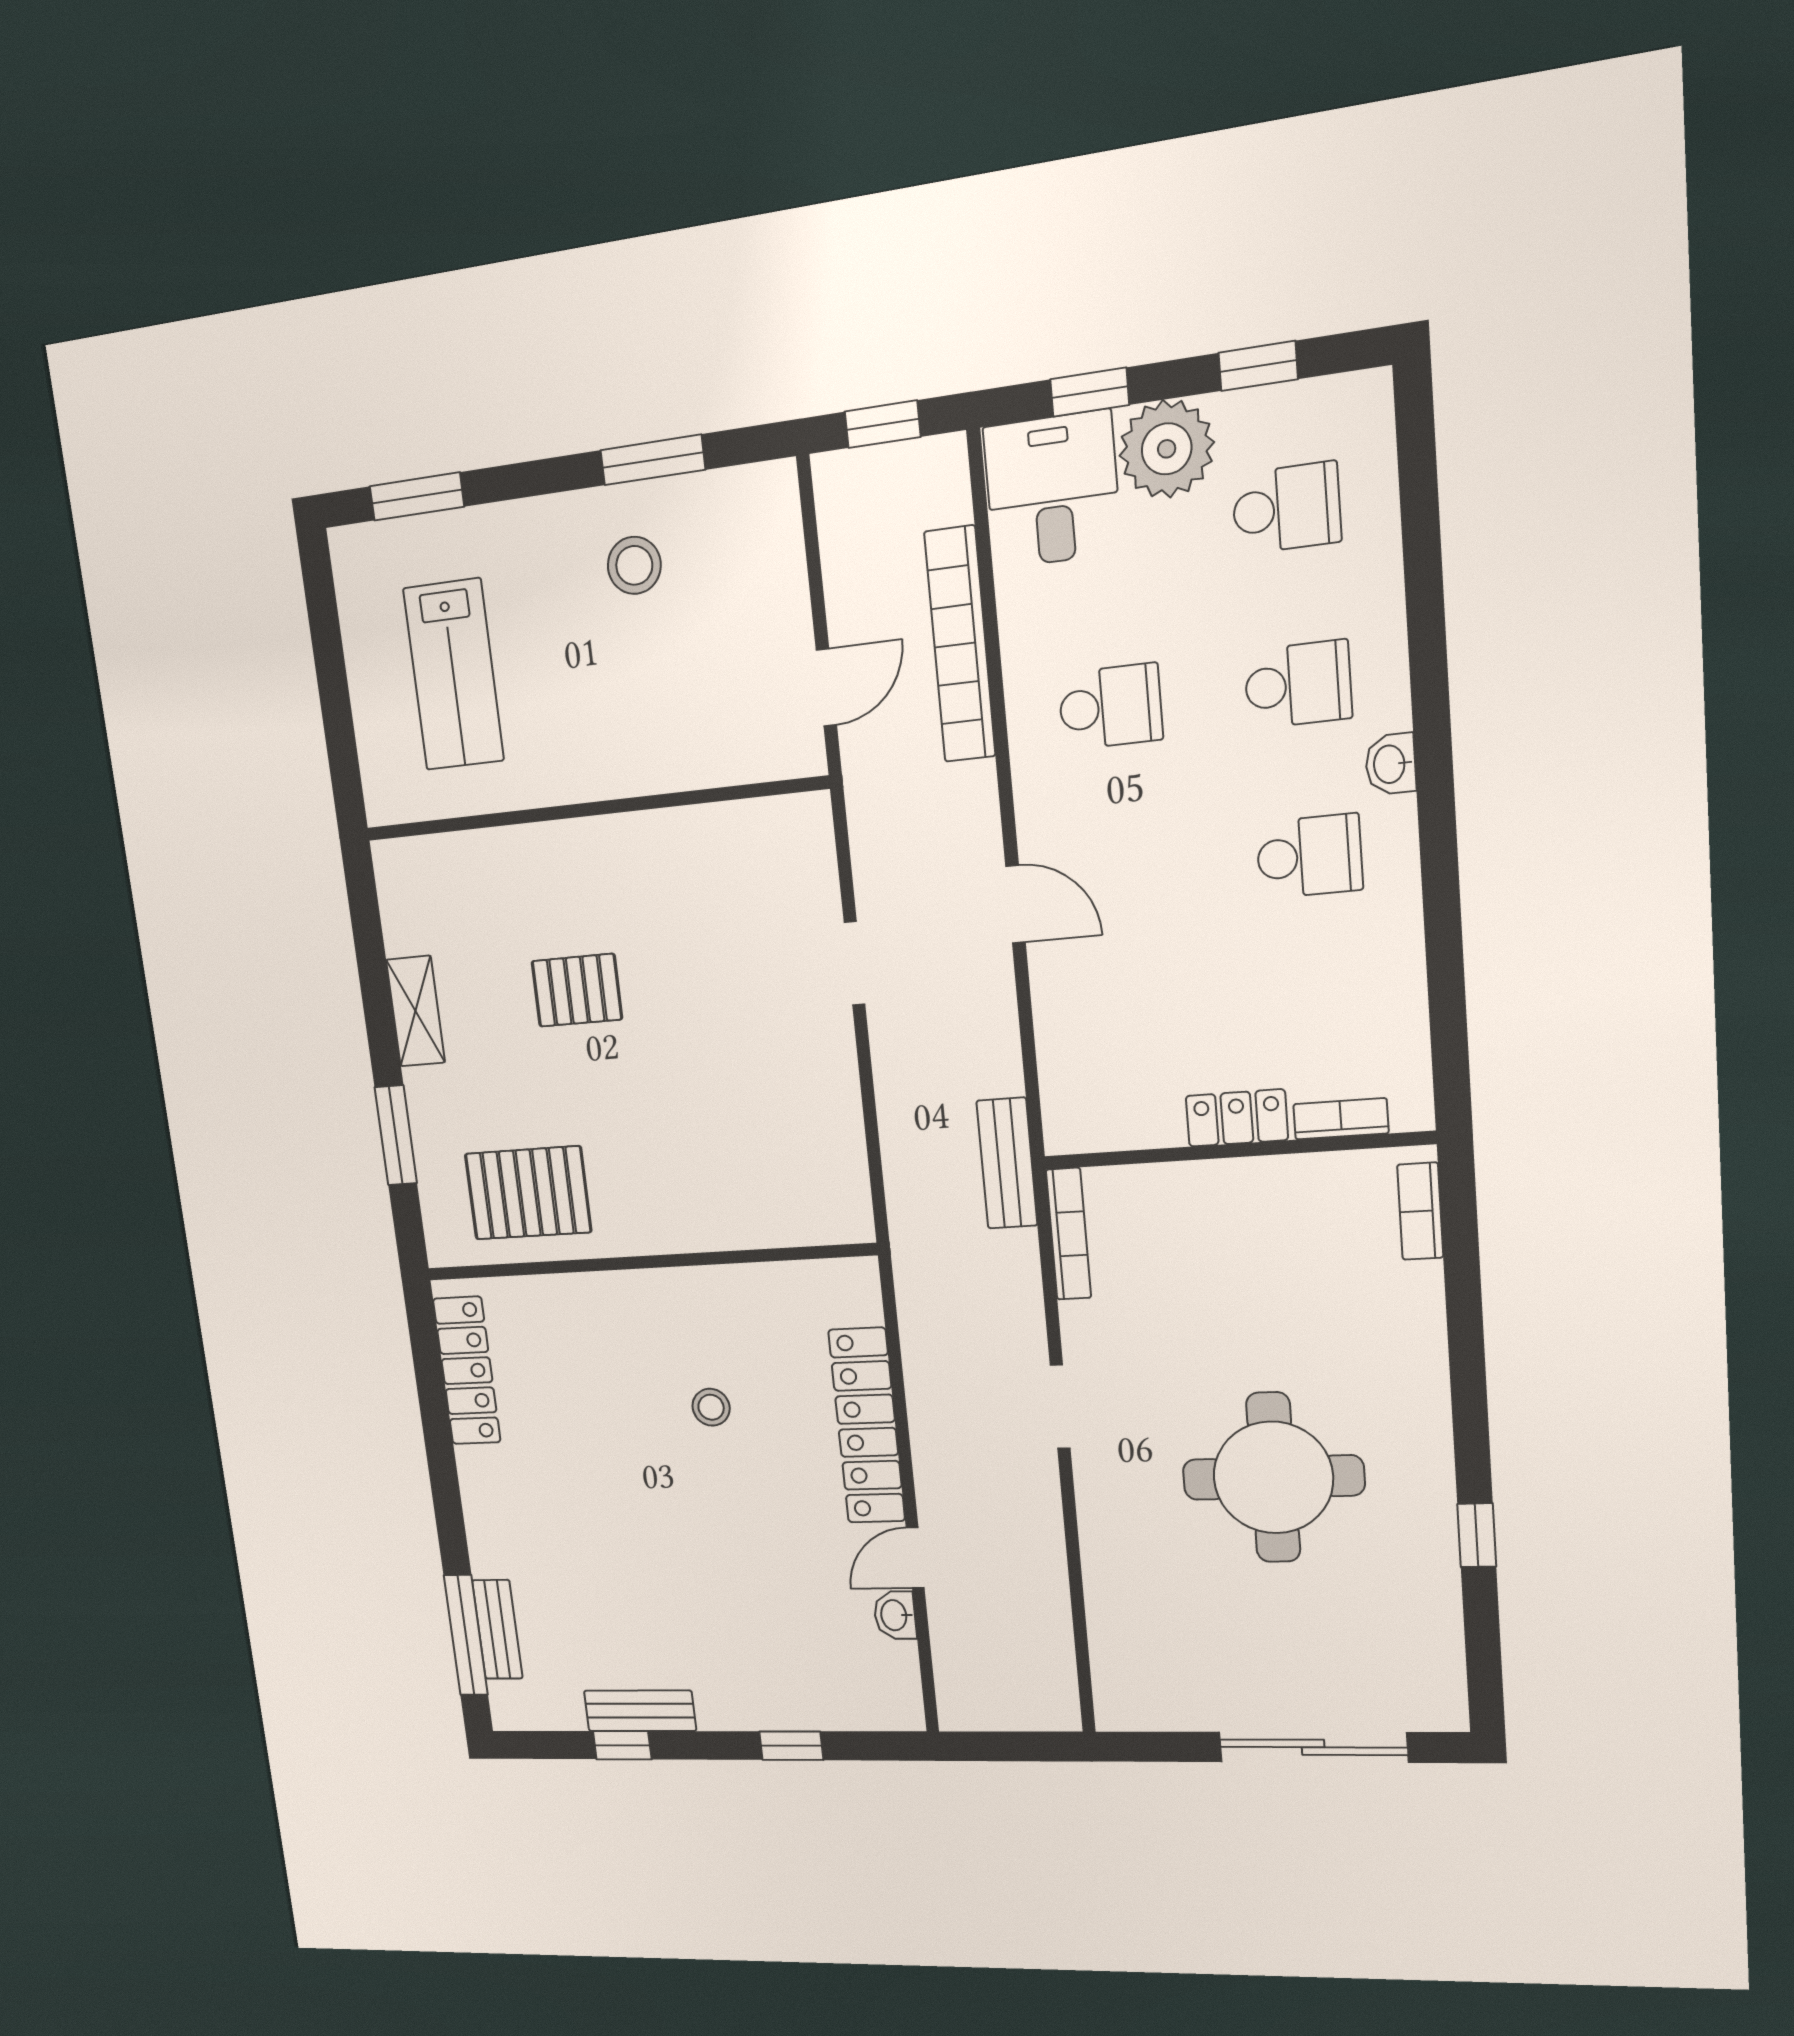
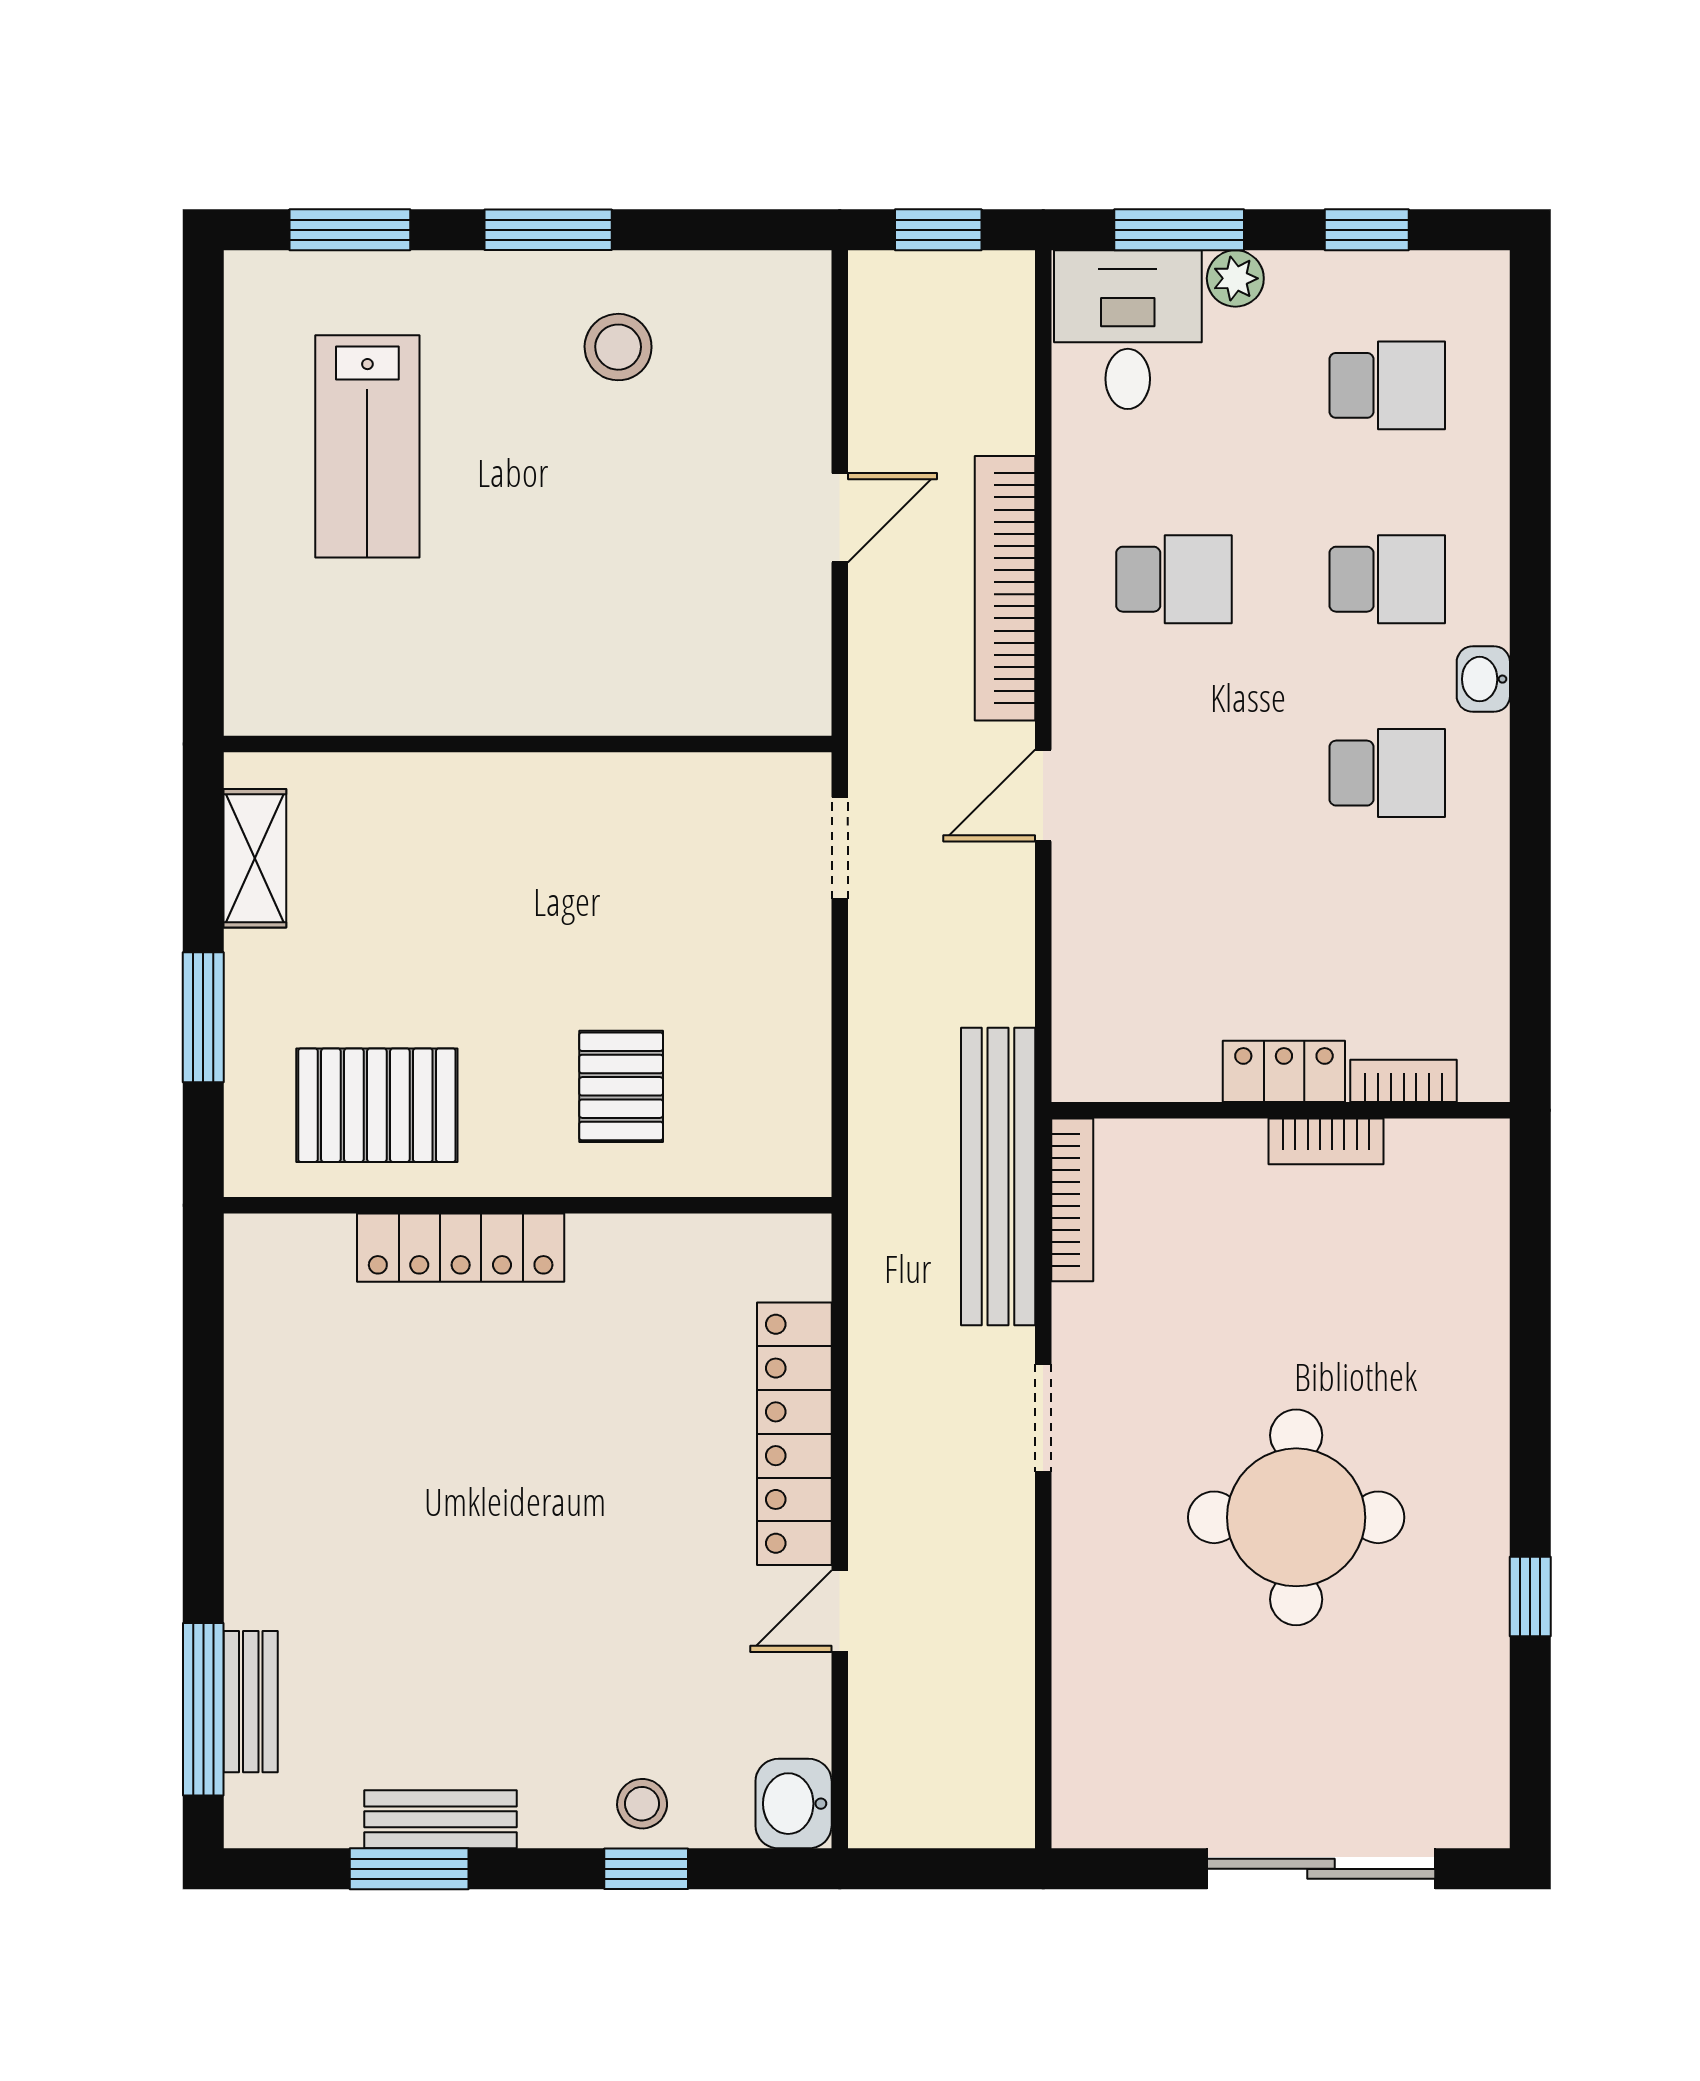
window: (1090, 392) -> (1179, 230), width x1.50
plant: (1167, 449) -> (1235, 278), width x0.53, depth x0.53
window: (653, 460) -> (548, 230), moved
bookcase: (960, 645) -> (1005, 588), moved
wall: (592, 809) -> (528, 744), moved
door: (1015, 904) -> (1043, 795), swing flipped
pallet: (577, 990) -> (621, 1086), moved, turned 90
bench: (1007, 1163) -> (998, 1177), width x1.86, depth x1.21
bookcase: (1420, 1211) -> (1326, 1141), moved, turned -90
locker: (467, 1371) -> (461, 1248), moved, turned 90
stool: (711, 1407) -> (642, 1804), moved
washbasin: (895, 1615) -> (794, 1804), moved, width x1.38, depth x1.45
window: (622, 1745) -> (409, 1869), width x1.50

